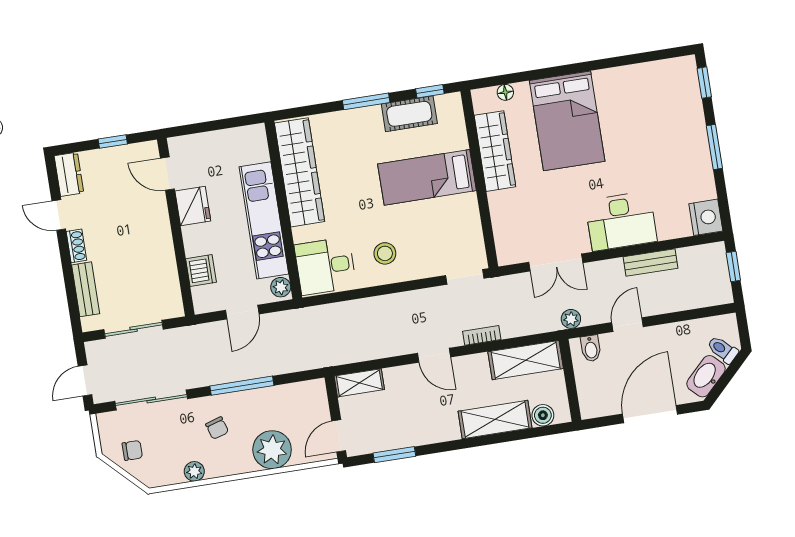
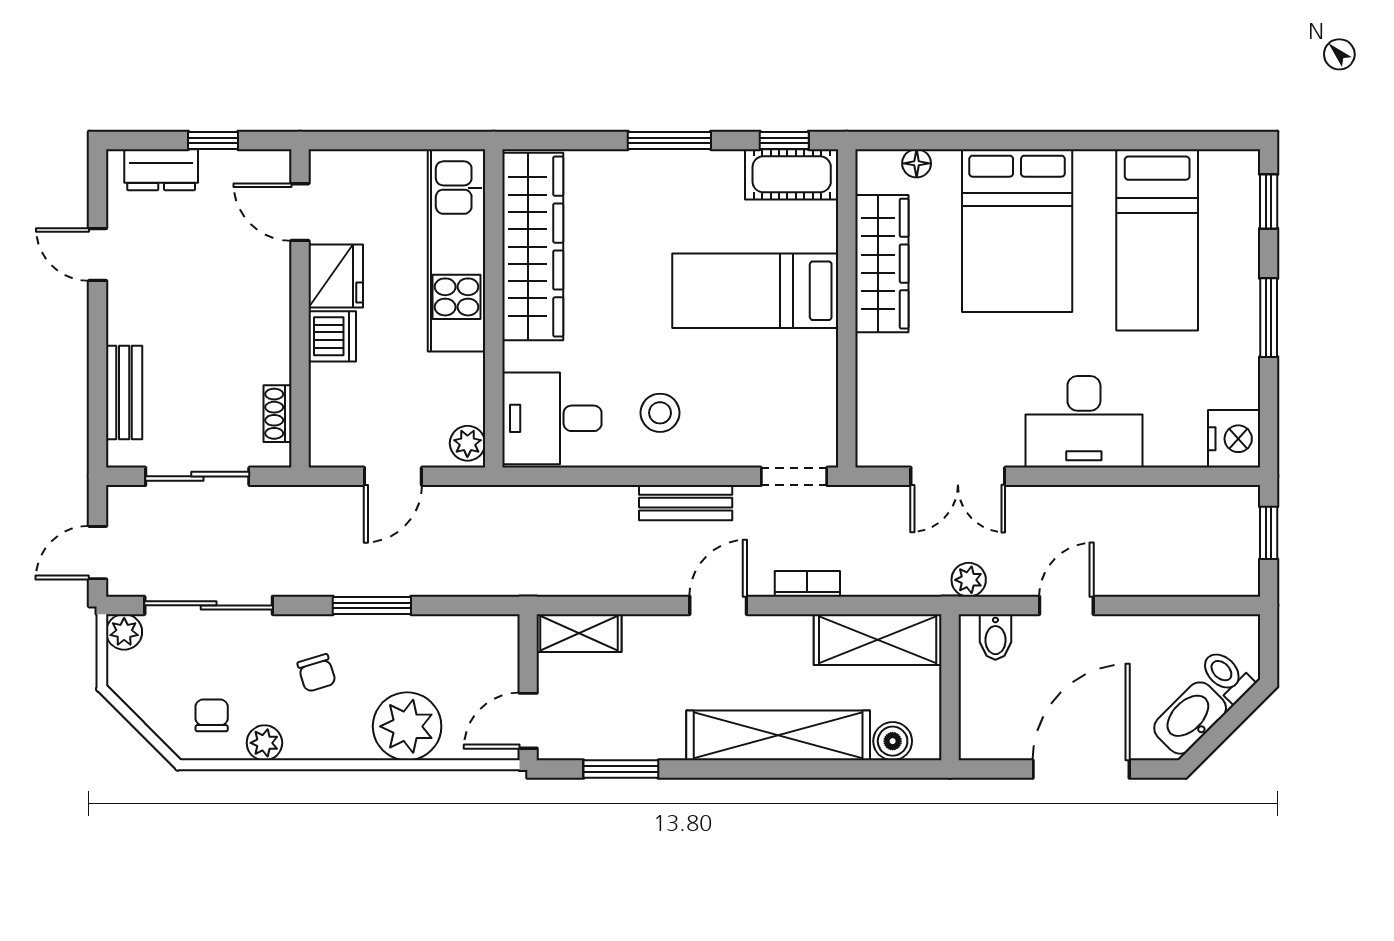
cot: (409, 114) -> (792, 174), moved
bed: (646, 114) -> (1157, 240), added
dresser: (69, 174) -> (161, 170), moved, turned 90
kitchen unit: (264, 220) -> (457, 250), moved
shoe rack: (76, 246) -> (277, 414), moved, turned 180
bench: (650, 262) -> (686, 503), moved
dishwasher: (201, 271) -> (332, 336), moved
door: (434, 355) -> (718, 605), swing flipped
window: (242, 386) -> (372, 605), width x0.69
shelving: (495, 420) -> (778, 735), width x1.47
plant: (107, 422) -> (124, 632), added
chair: (132, 450) -> (212, 715), moved, turned -90

